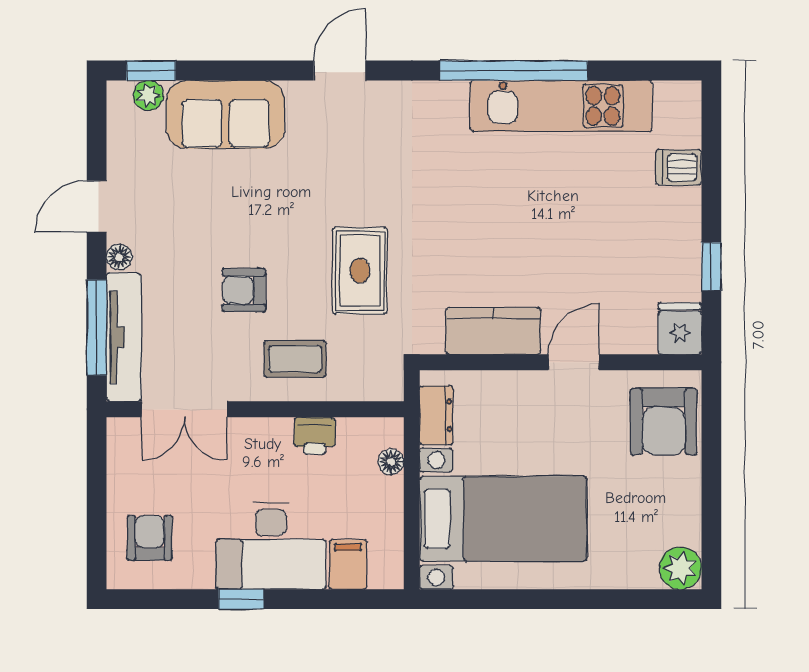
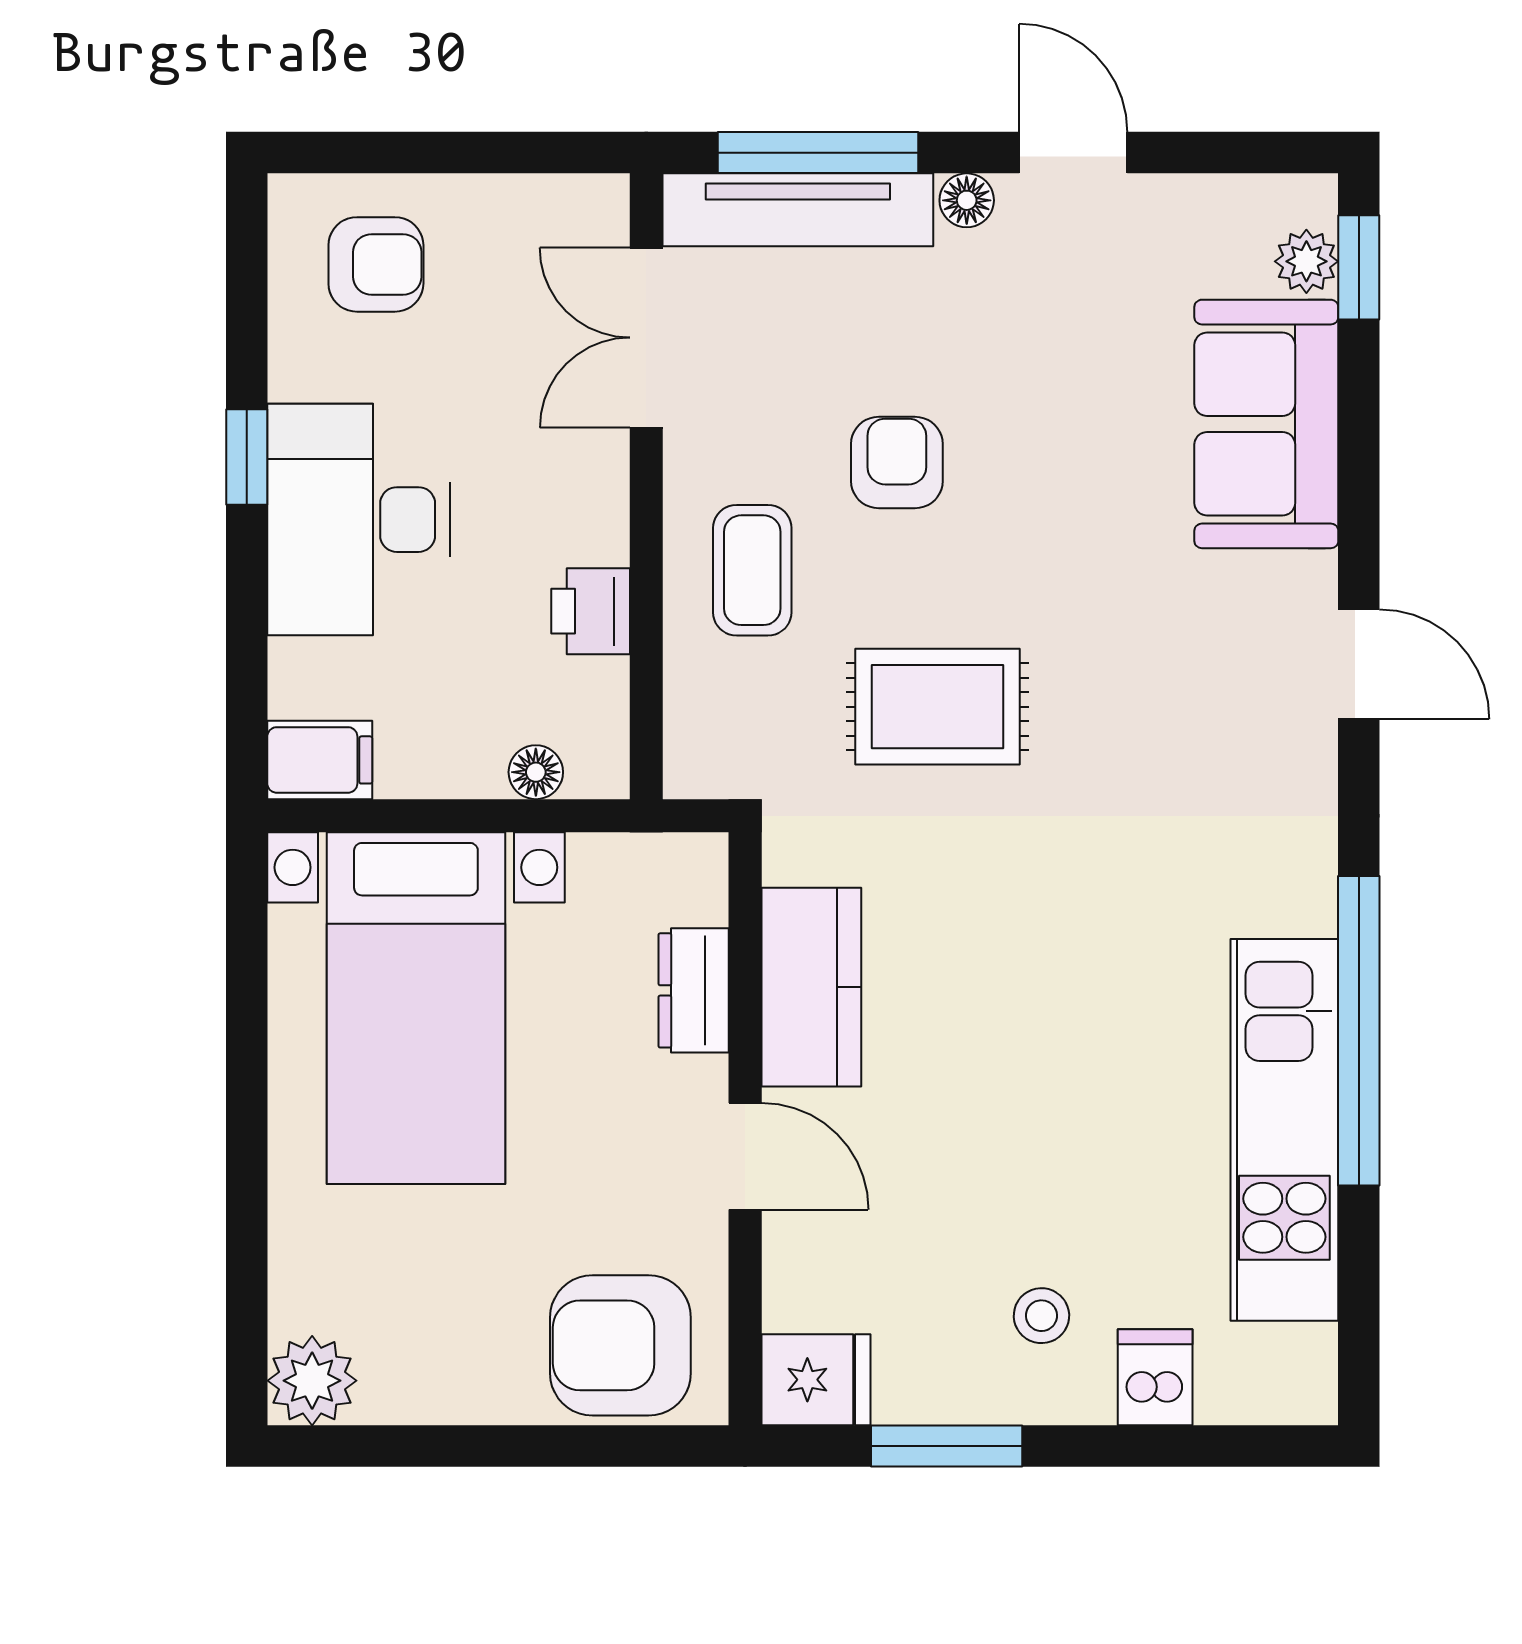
stool: (649, 221) -> (1041, 1316), added
window: (711, 266) -> (947, 1446), width x1.50
dresser: (436, 415) -> (694, 990), moved, turned 90
filing cabinet: (348, 565) -> (320, 760), moved

